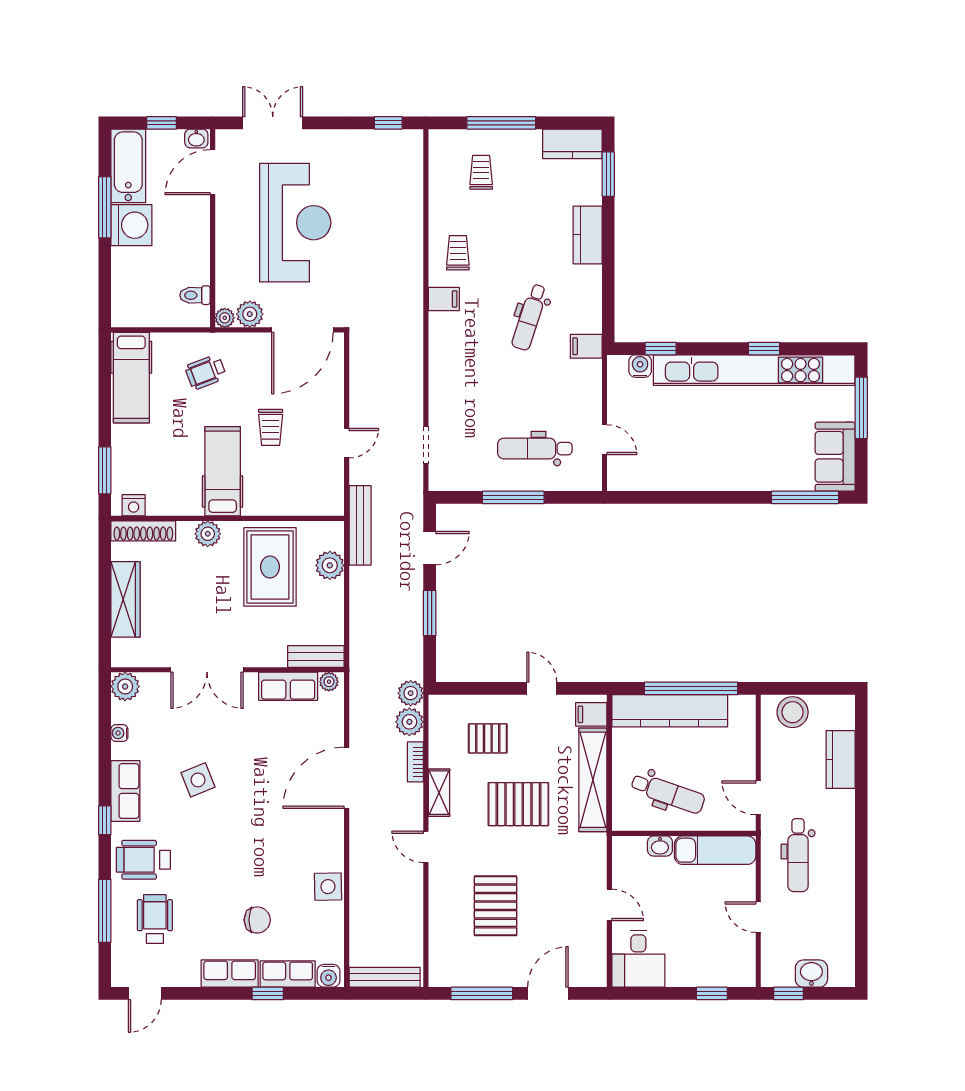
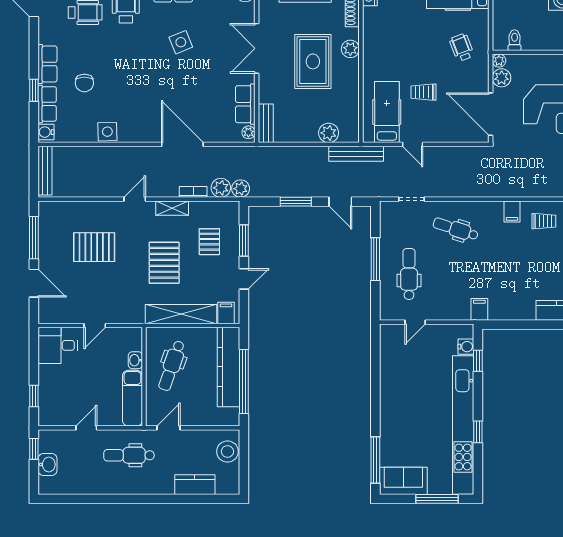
dental chair: (530, 317) -> (456, 229), moved
hospital bed: (223, 471) -> (387, 112), moved, turned -90
rug: (270, 567) -> (313, 61), moved, turned 90
window: (486, 688) -> (244, 240), added

